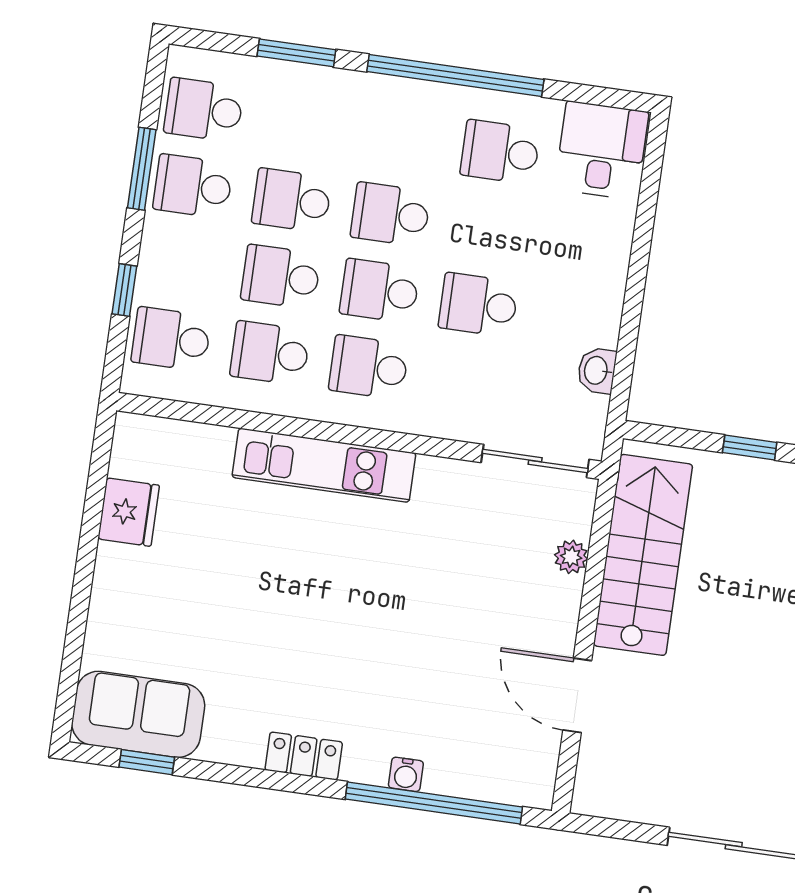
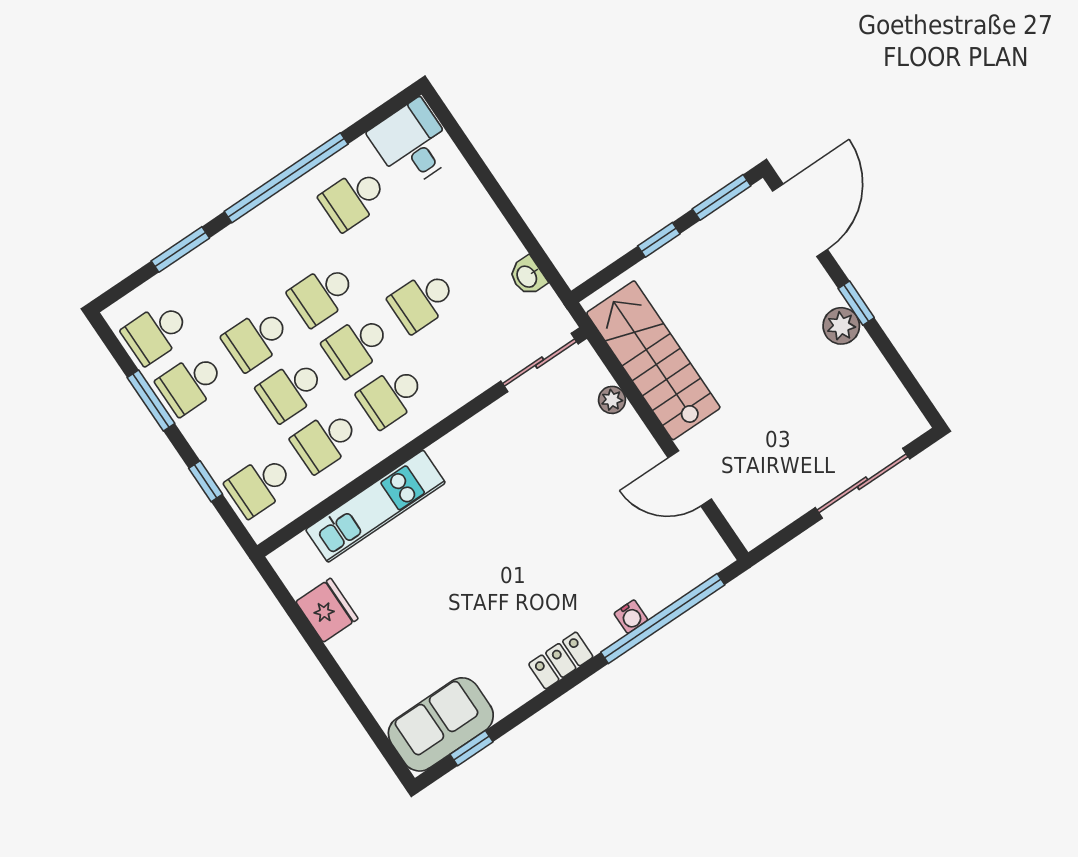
kitchen unit: (324, 465) -> (376, 506), moved

